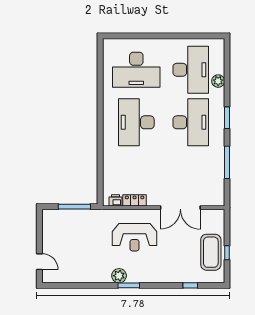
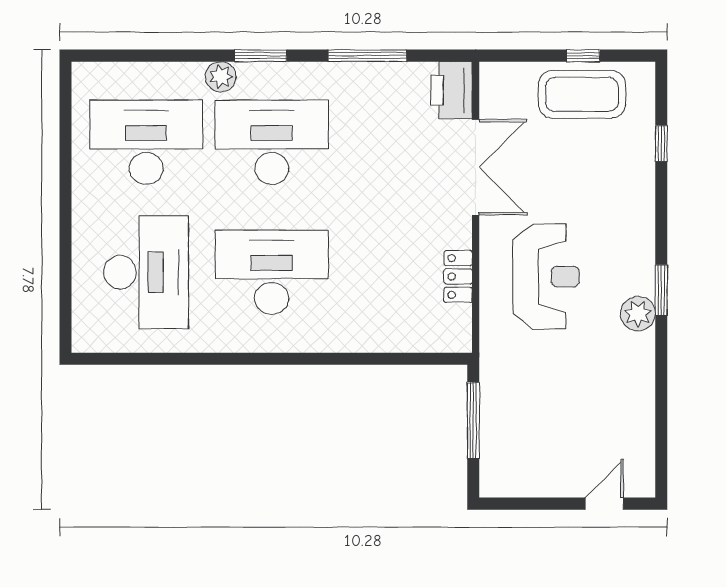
plant: (218, 81) -> (221, 77), moved
desk: (136, 122) -> (272, 272), turned 180
printer: (116, 200) -> (452, 90), moved, width x1.87, depth x1.48

